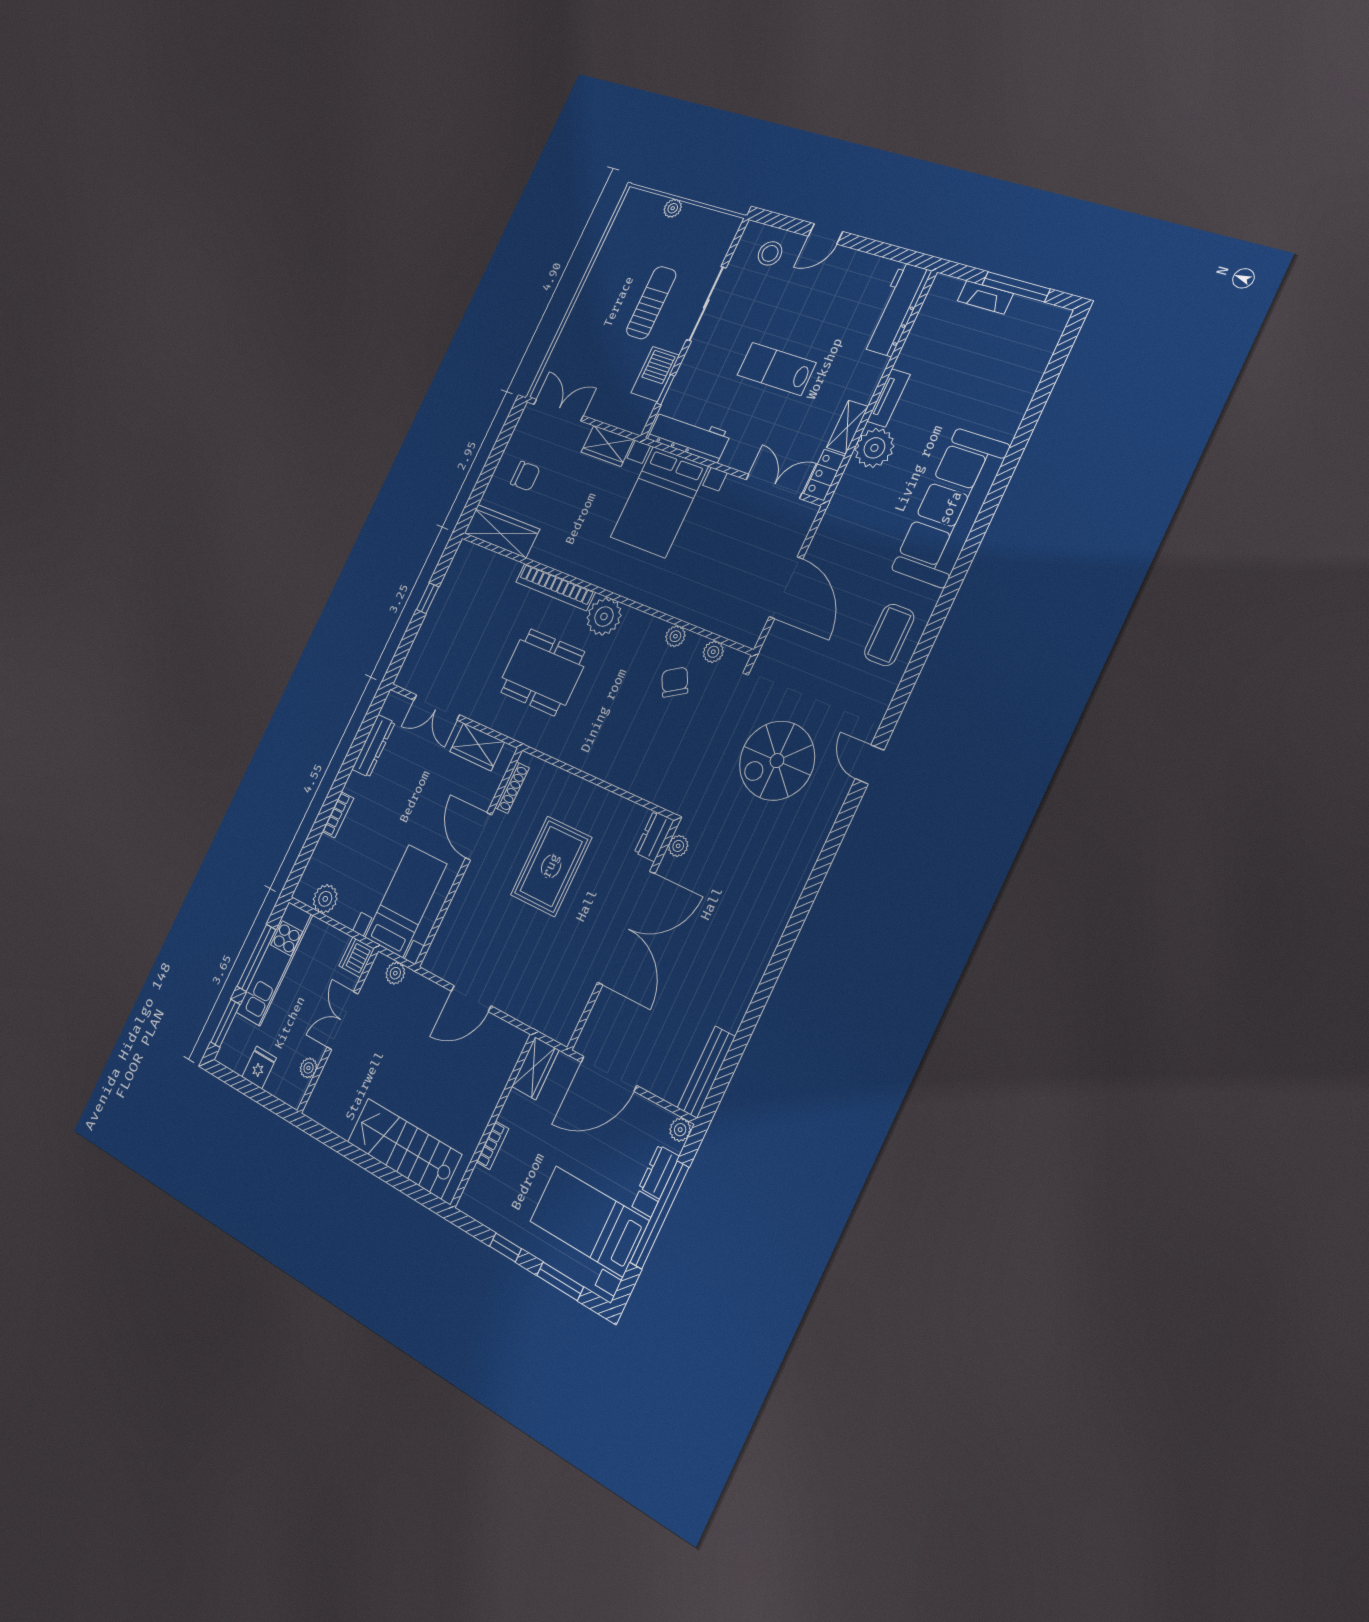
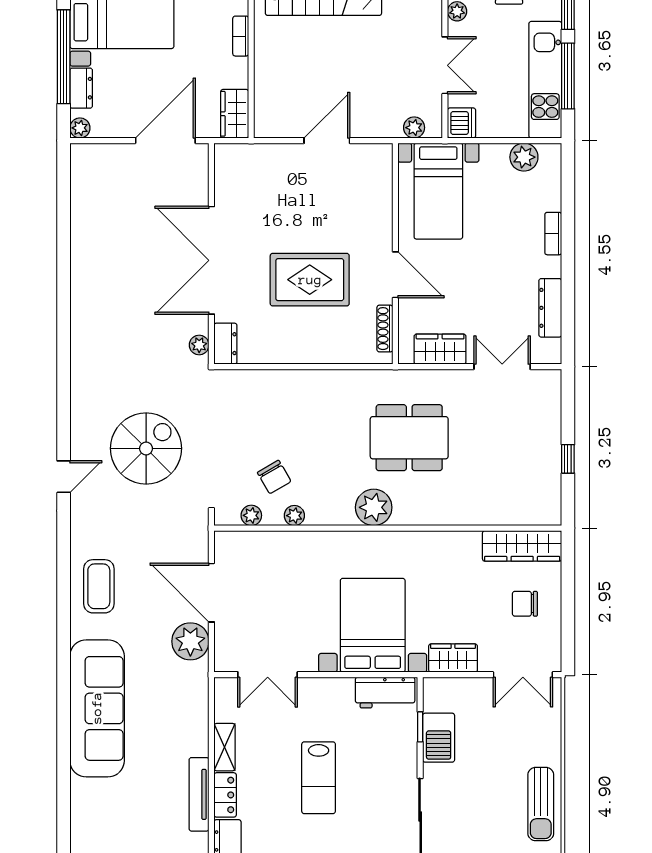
sun lounger: (651, 303) -> (541, 804), moved
lab bench: (776, 369) -> (319, 778), turned 90
tv unit: (888, 398) -> (199, 794), width x1.41
workbench: (689, 436) -> (385, 693), width x0.73
plant: (874, 448) -> (190, 641), moved
locker: (824, 475) -> (225, 795), moved
bookcase: (555, 587) -> (438, 516), removed
door: (870, 764) -> (64, 477), hinge flipped
rug: (551, 866) -> (310, 280), turned 90
bench: (706, 1072) -> (81, 181), removed

